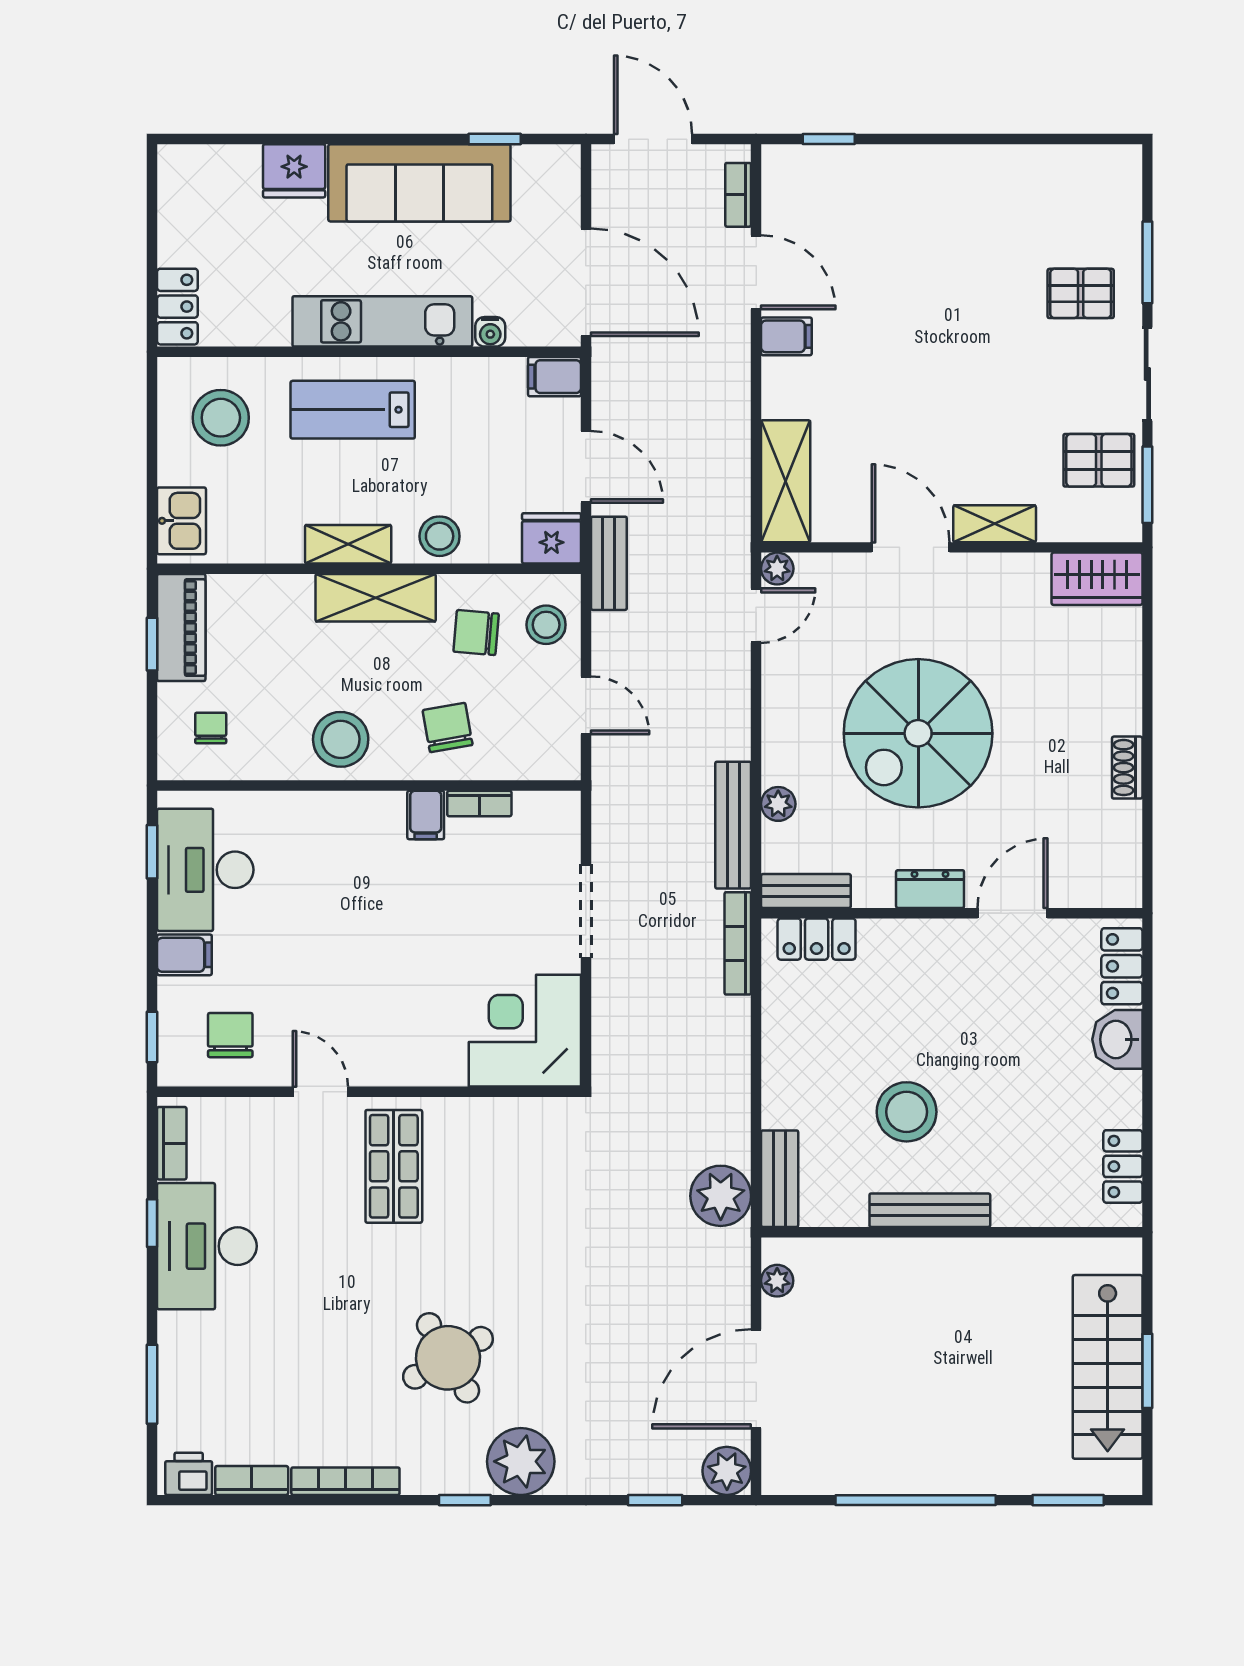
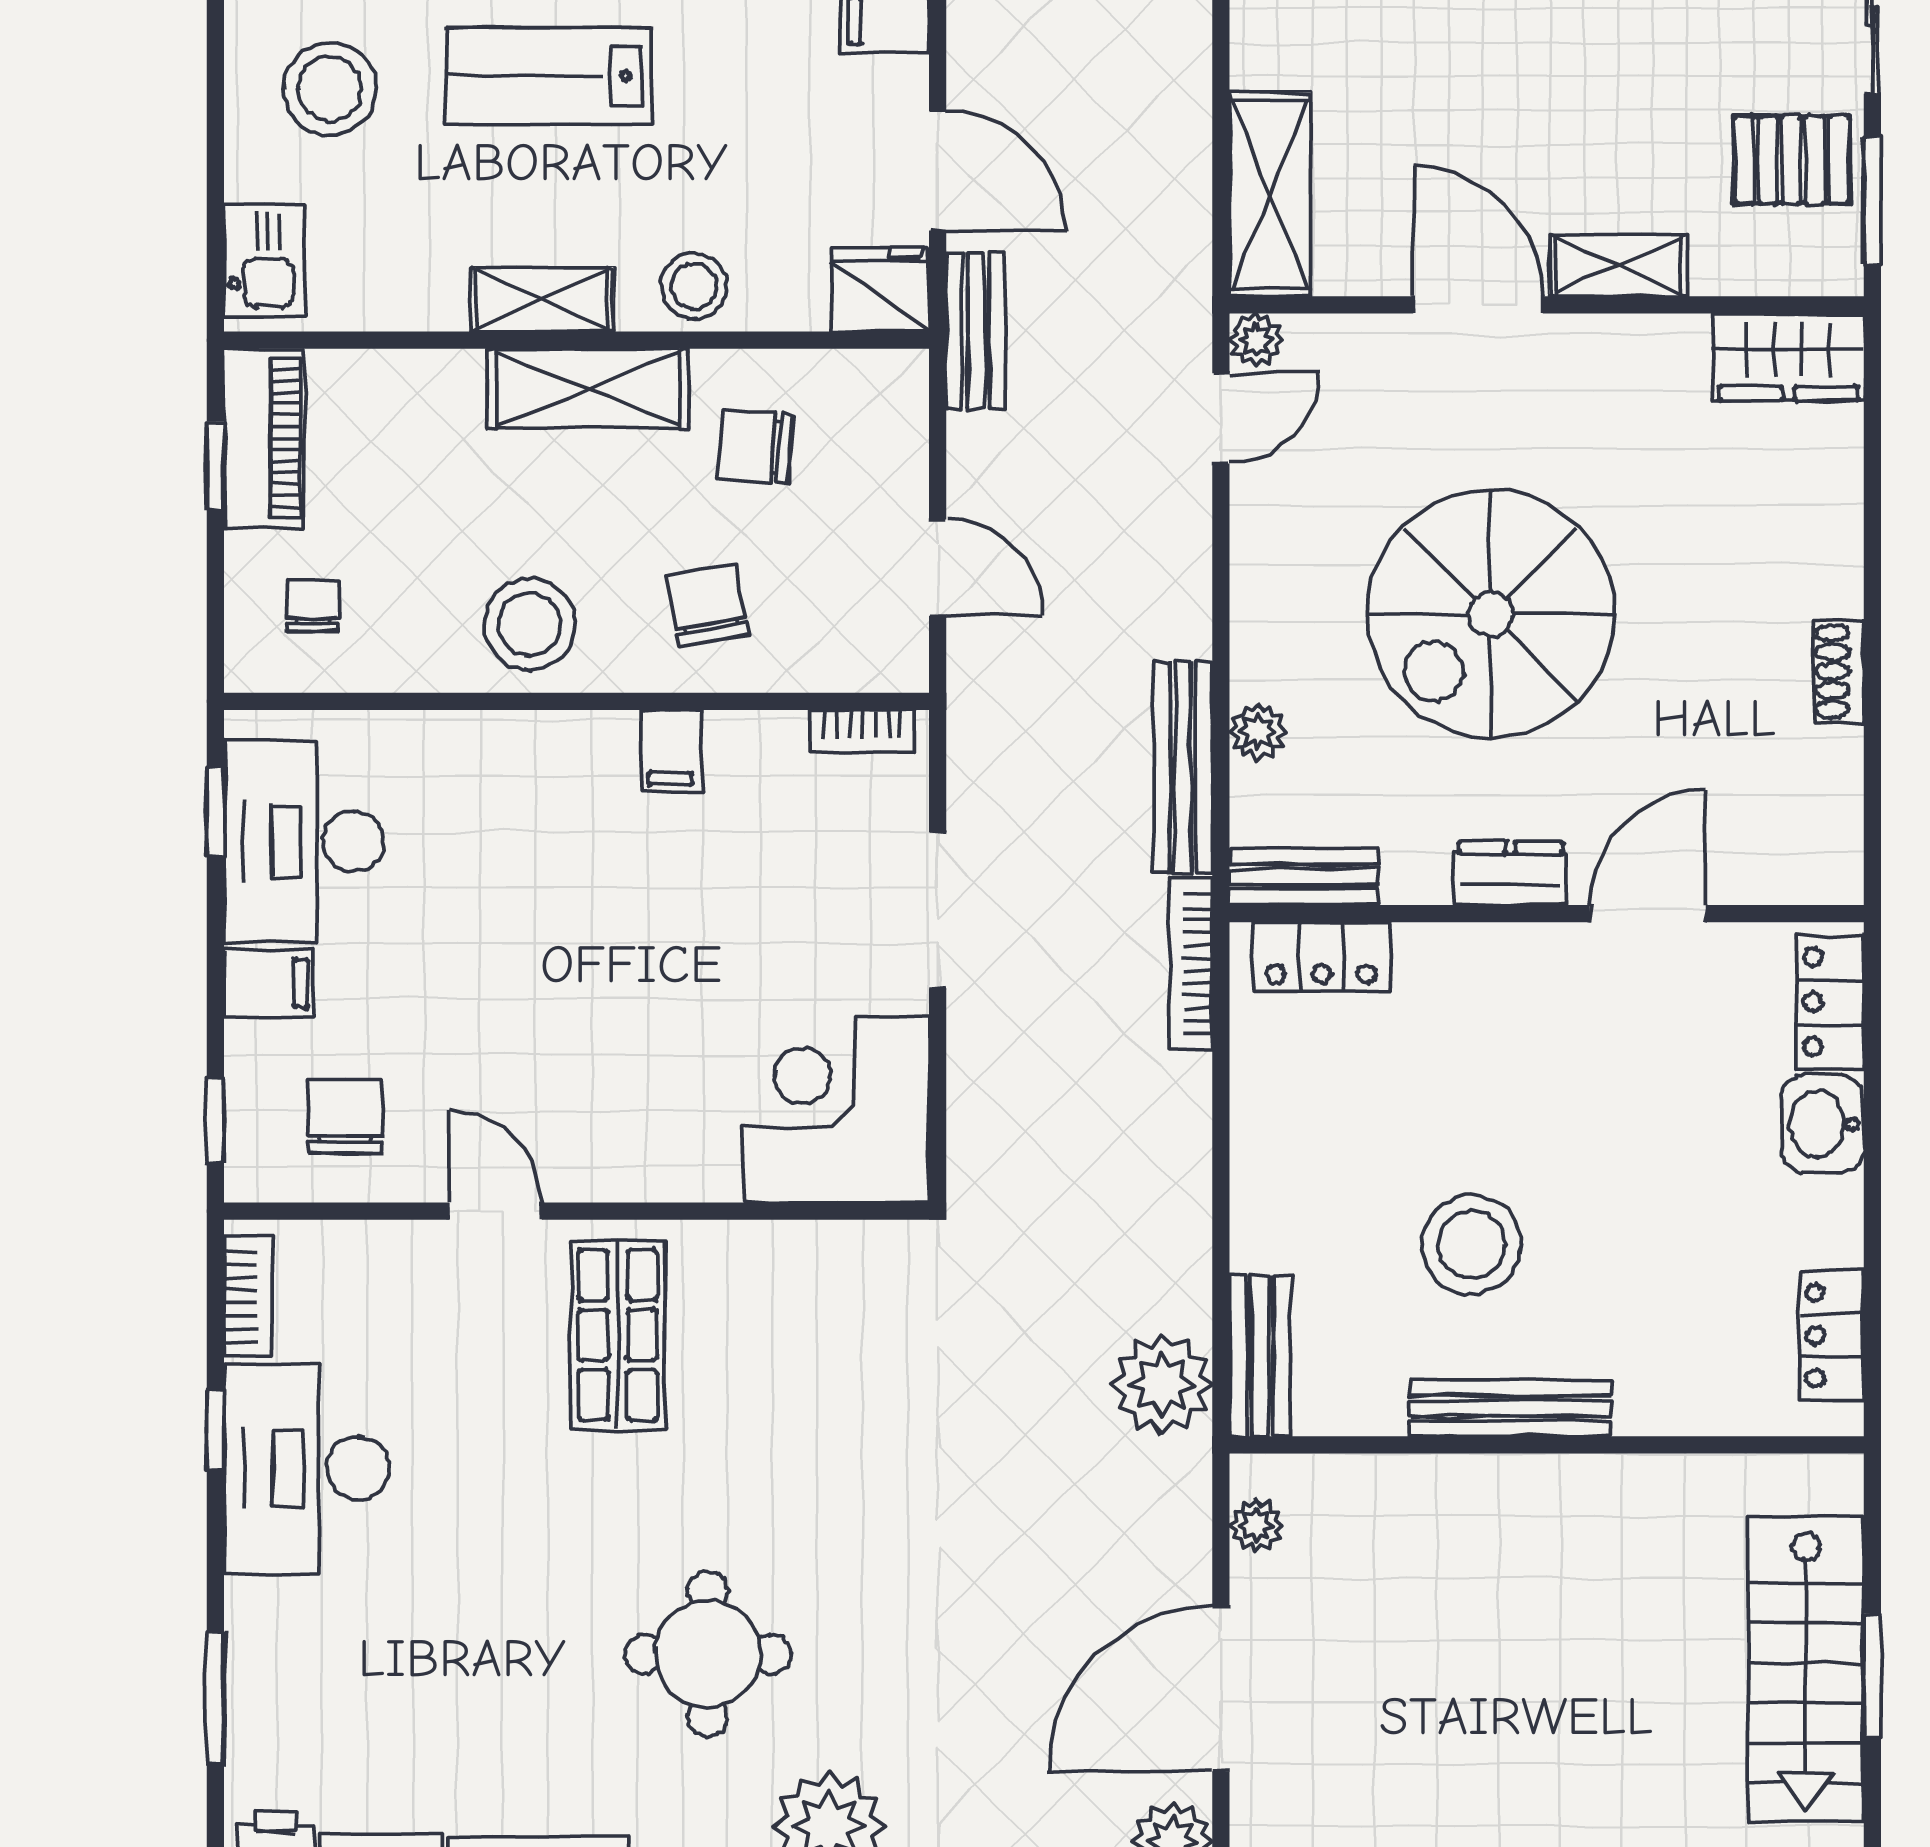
stool: (546, 625) -> (871, 434), removed
bookcase: (479, 803) -> (863, 731), moved
round table: (448, 1358) -> (708, 1654), turned 30

